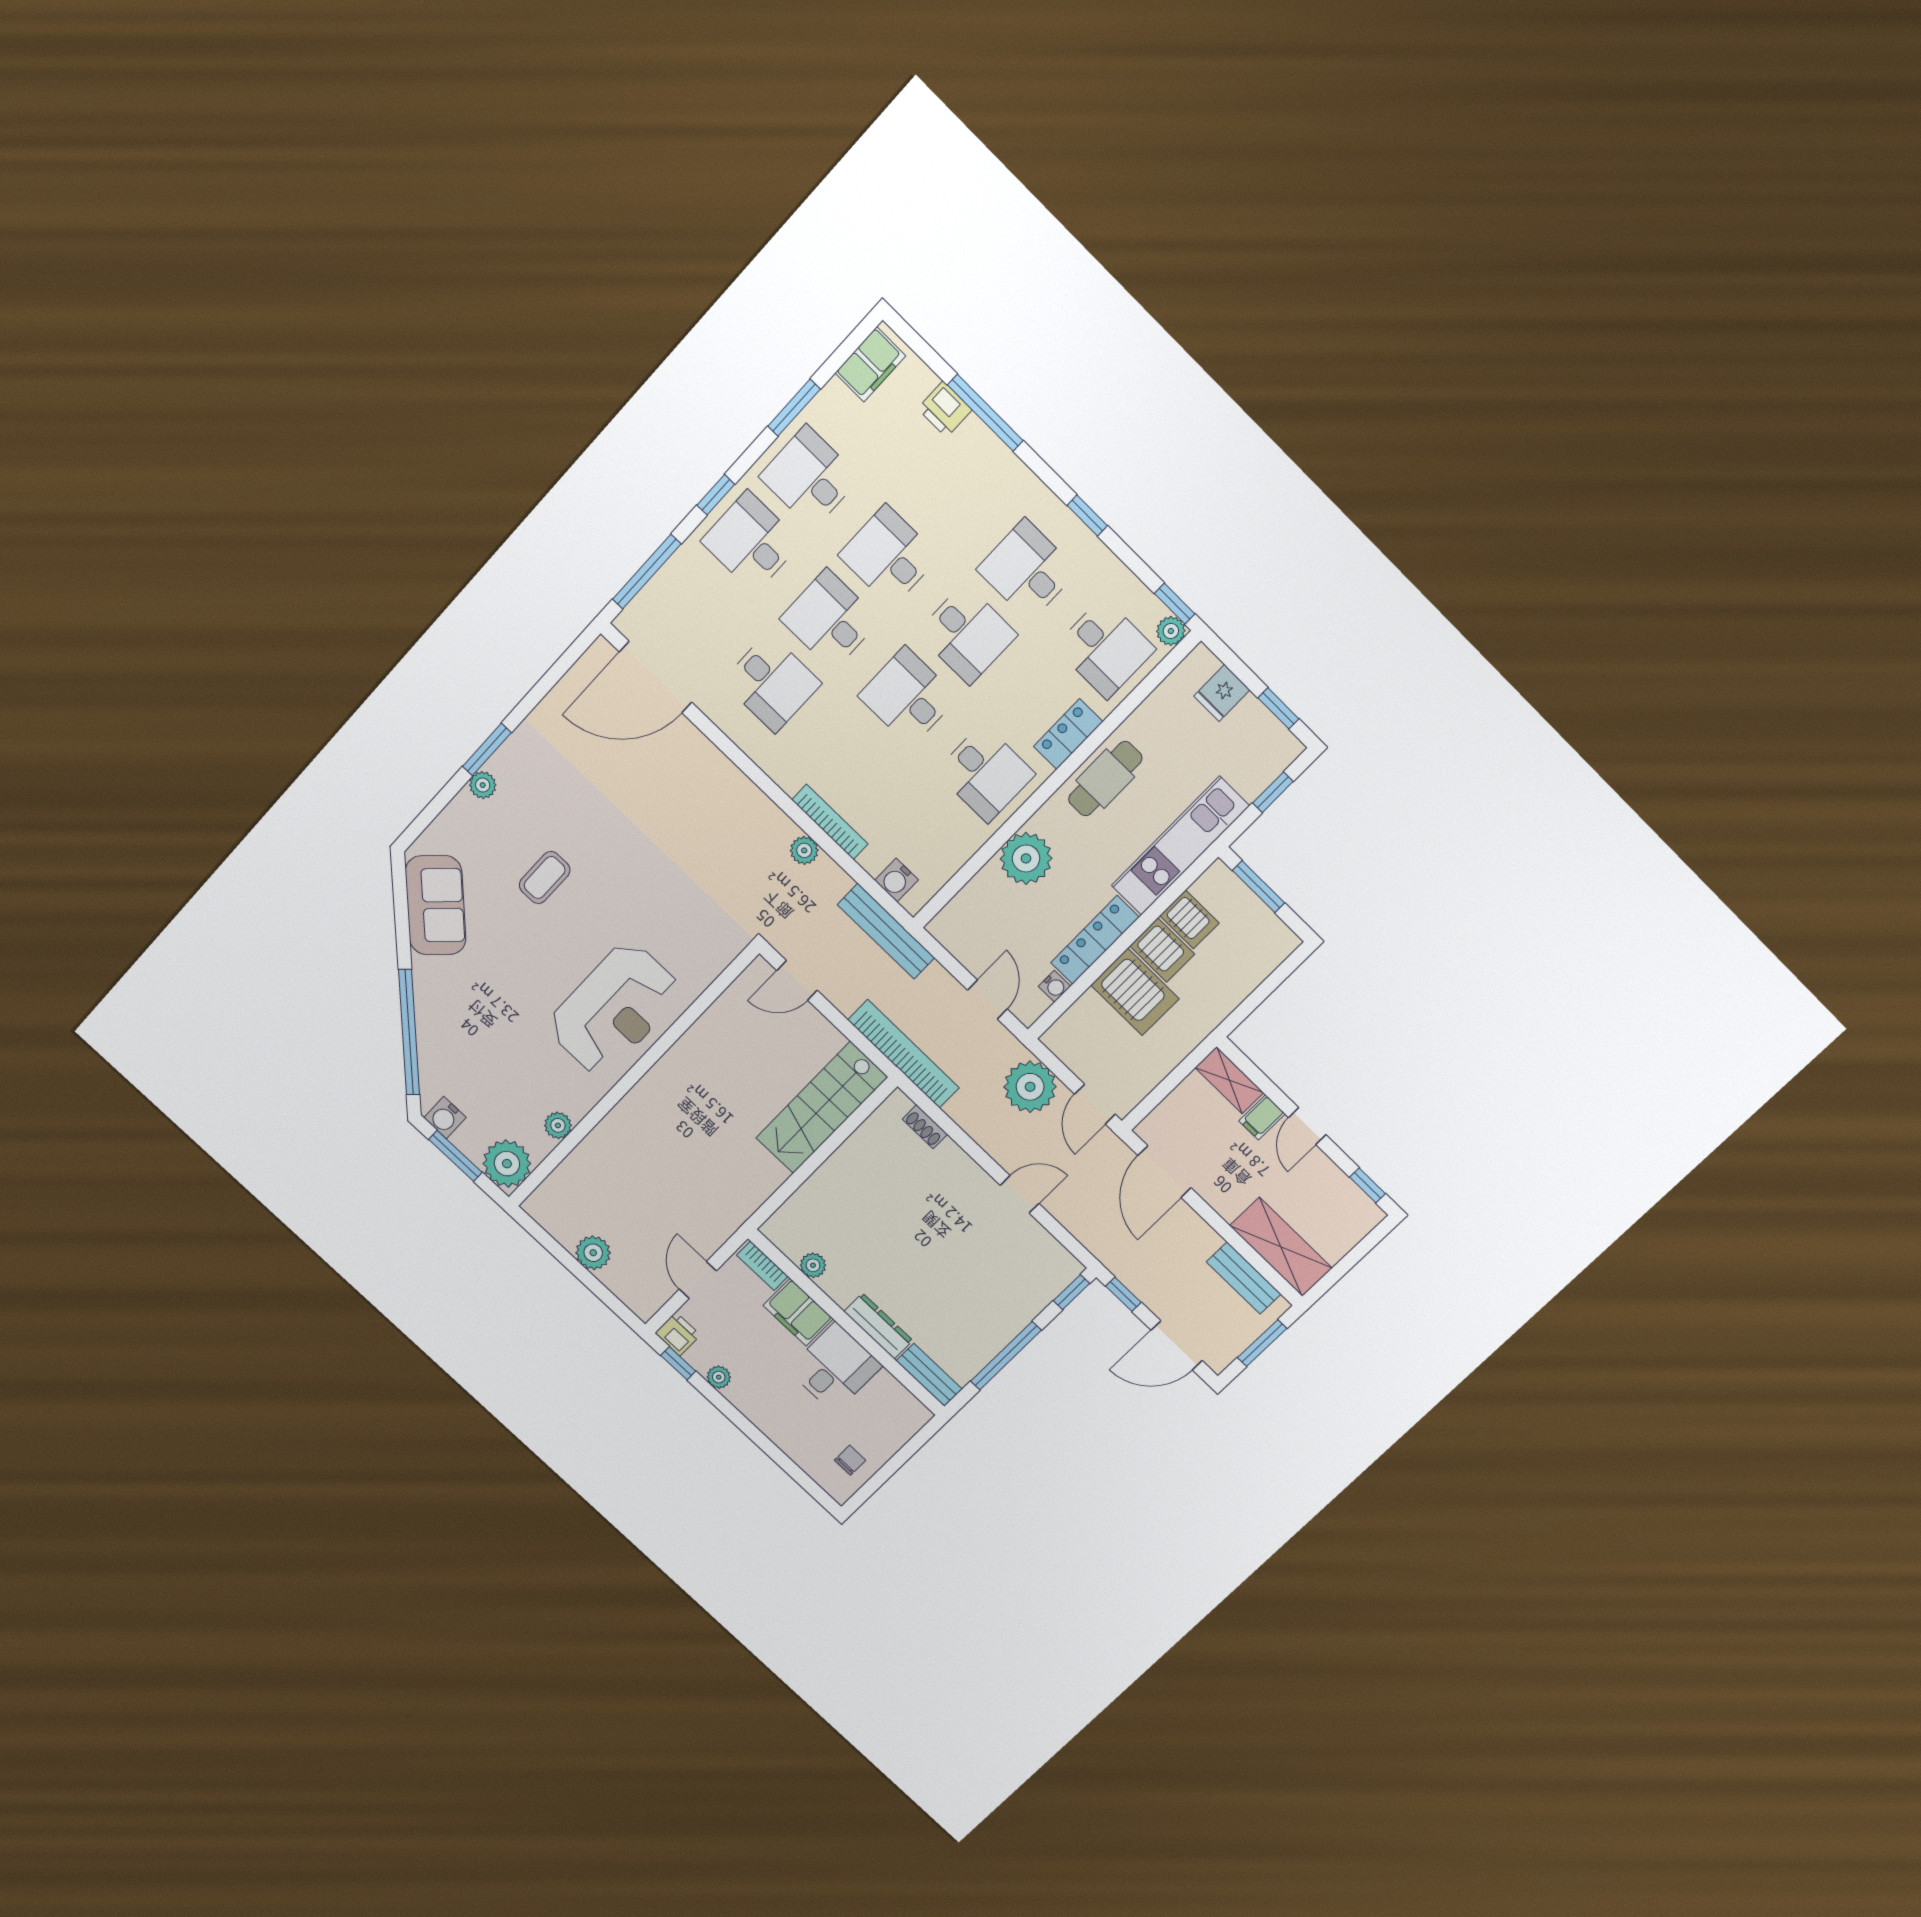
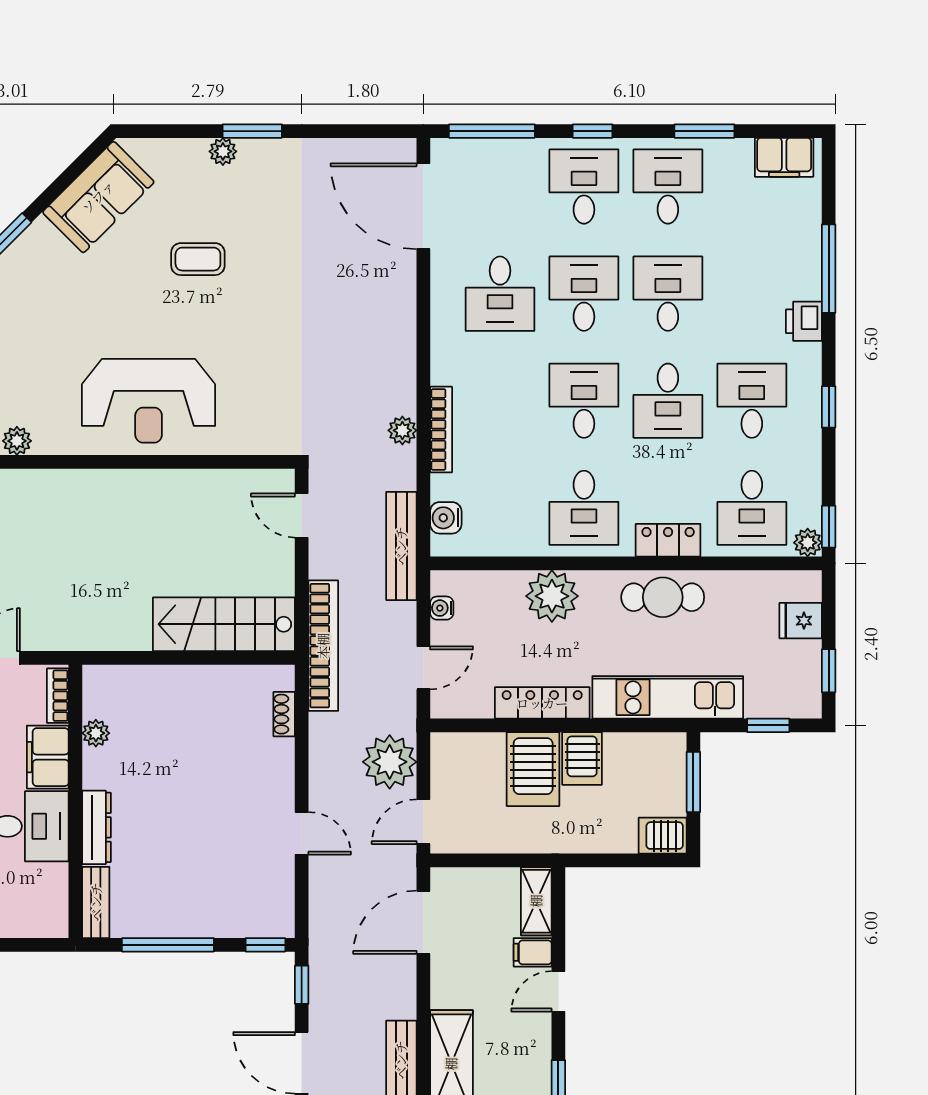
printer: (945, 409) -> (804, 321), moved
server rack: (1189, 919) -> (663, 836), moved, turned 90
water cooler: (1054, 986) -> (442, 608), moved, turned 90

